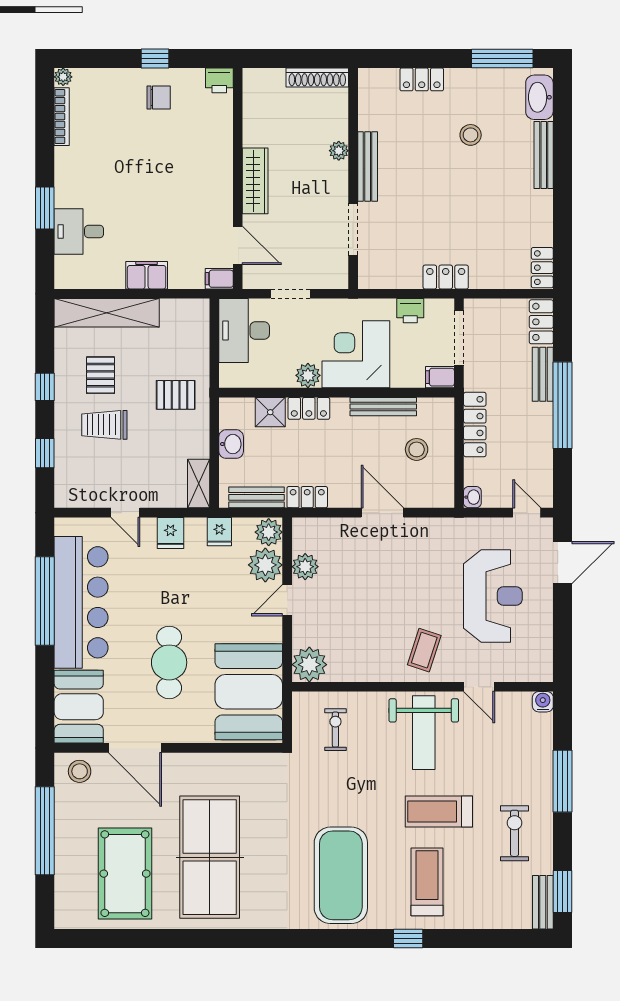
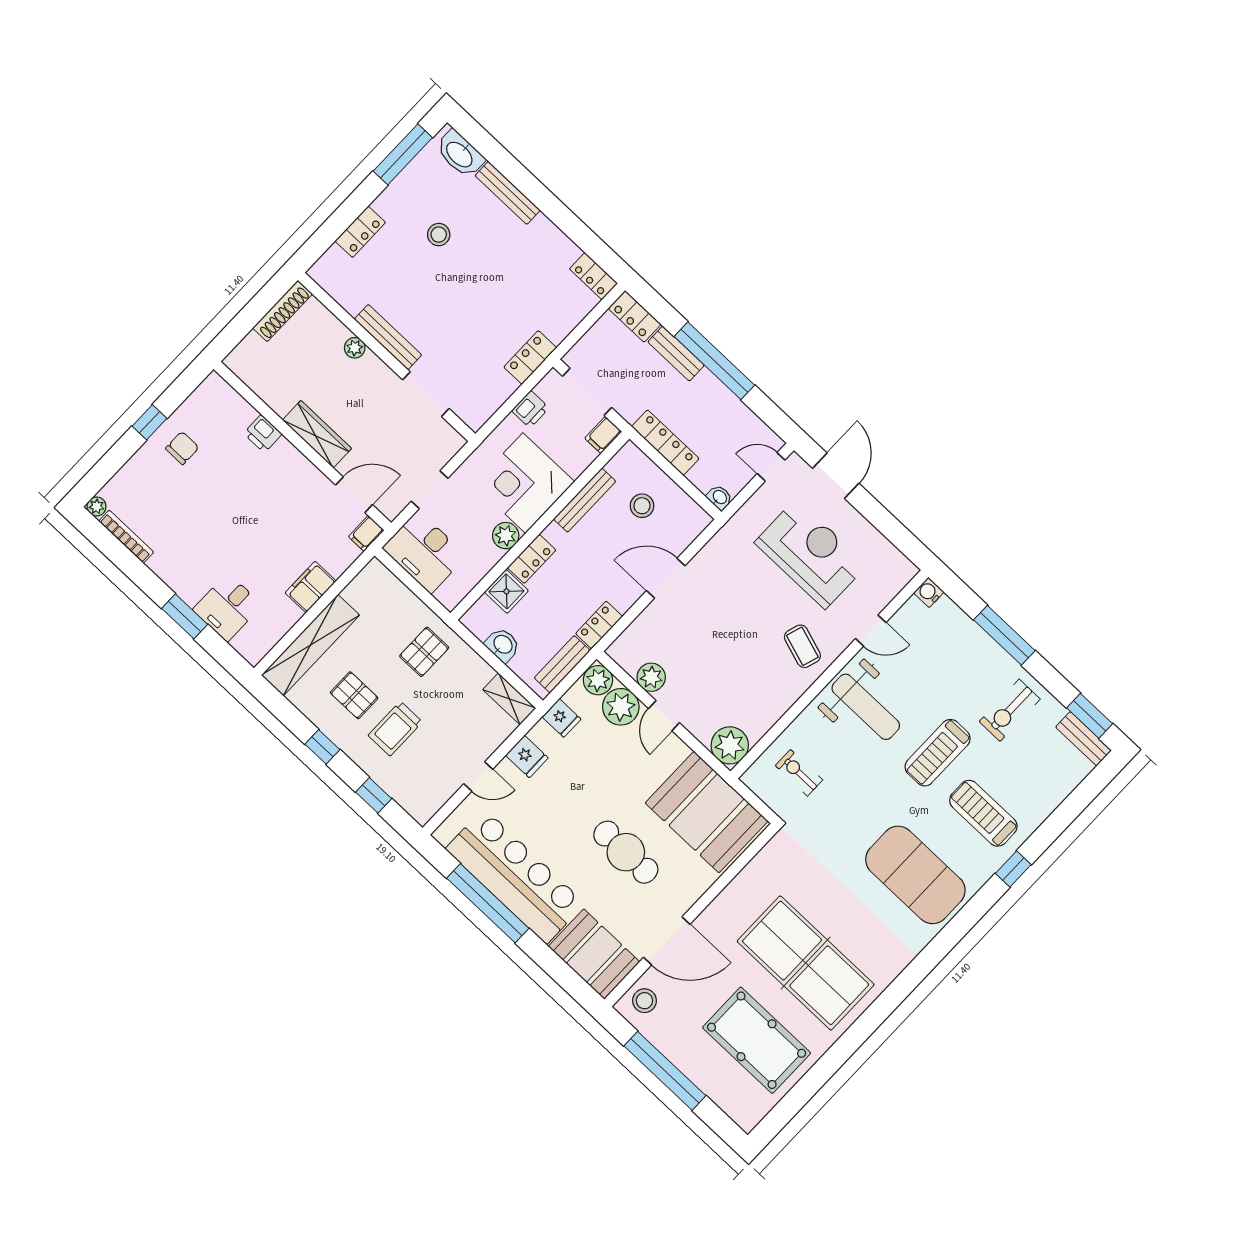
printer: (219, 80) -> (263, 434), moved, turned 90
exercise bike: (514, 833) -> (1010, 710), turned -90

